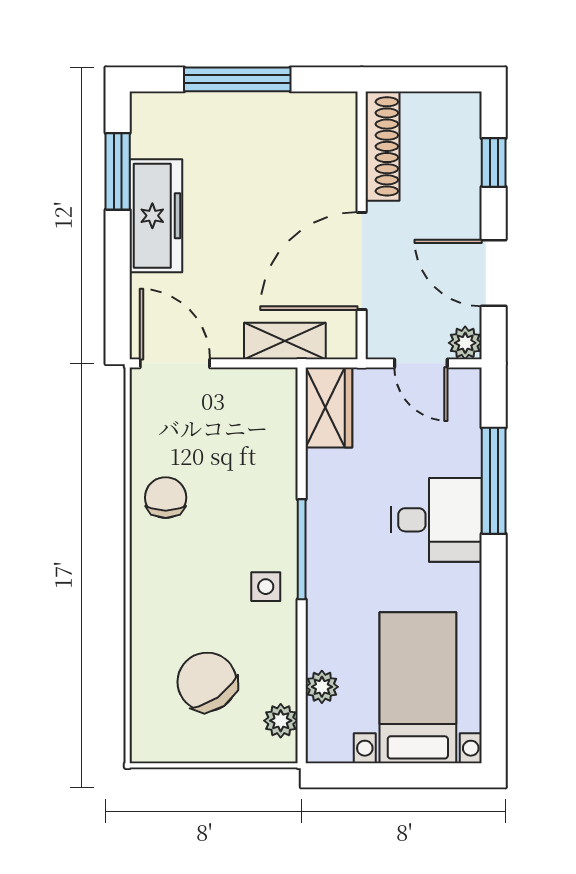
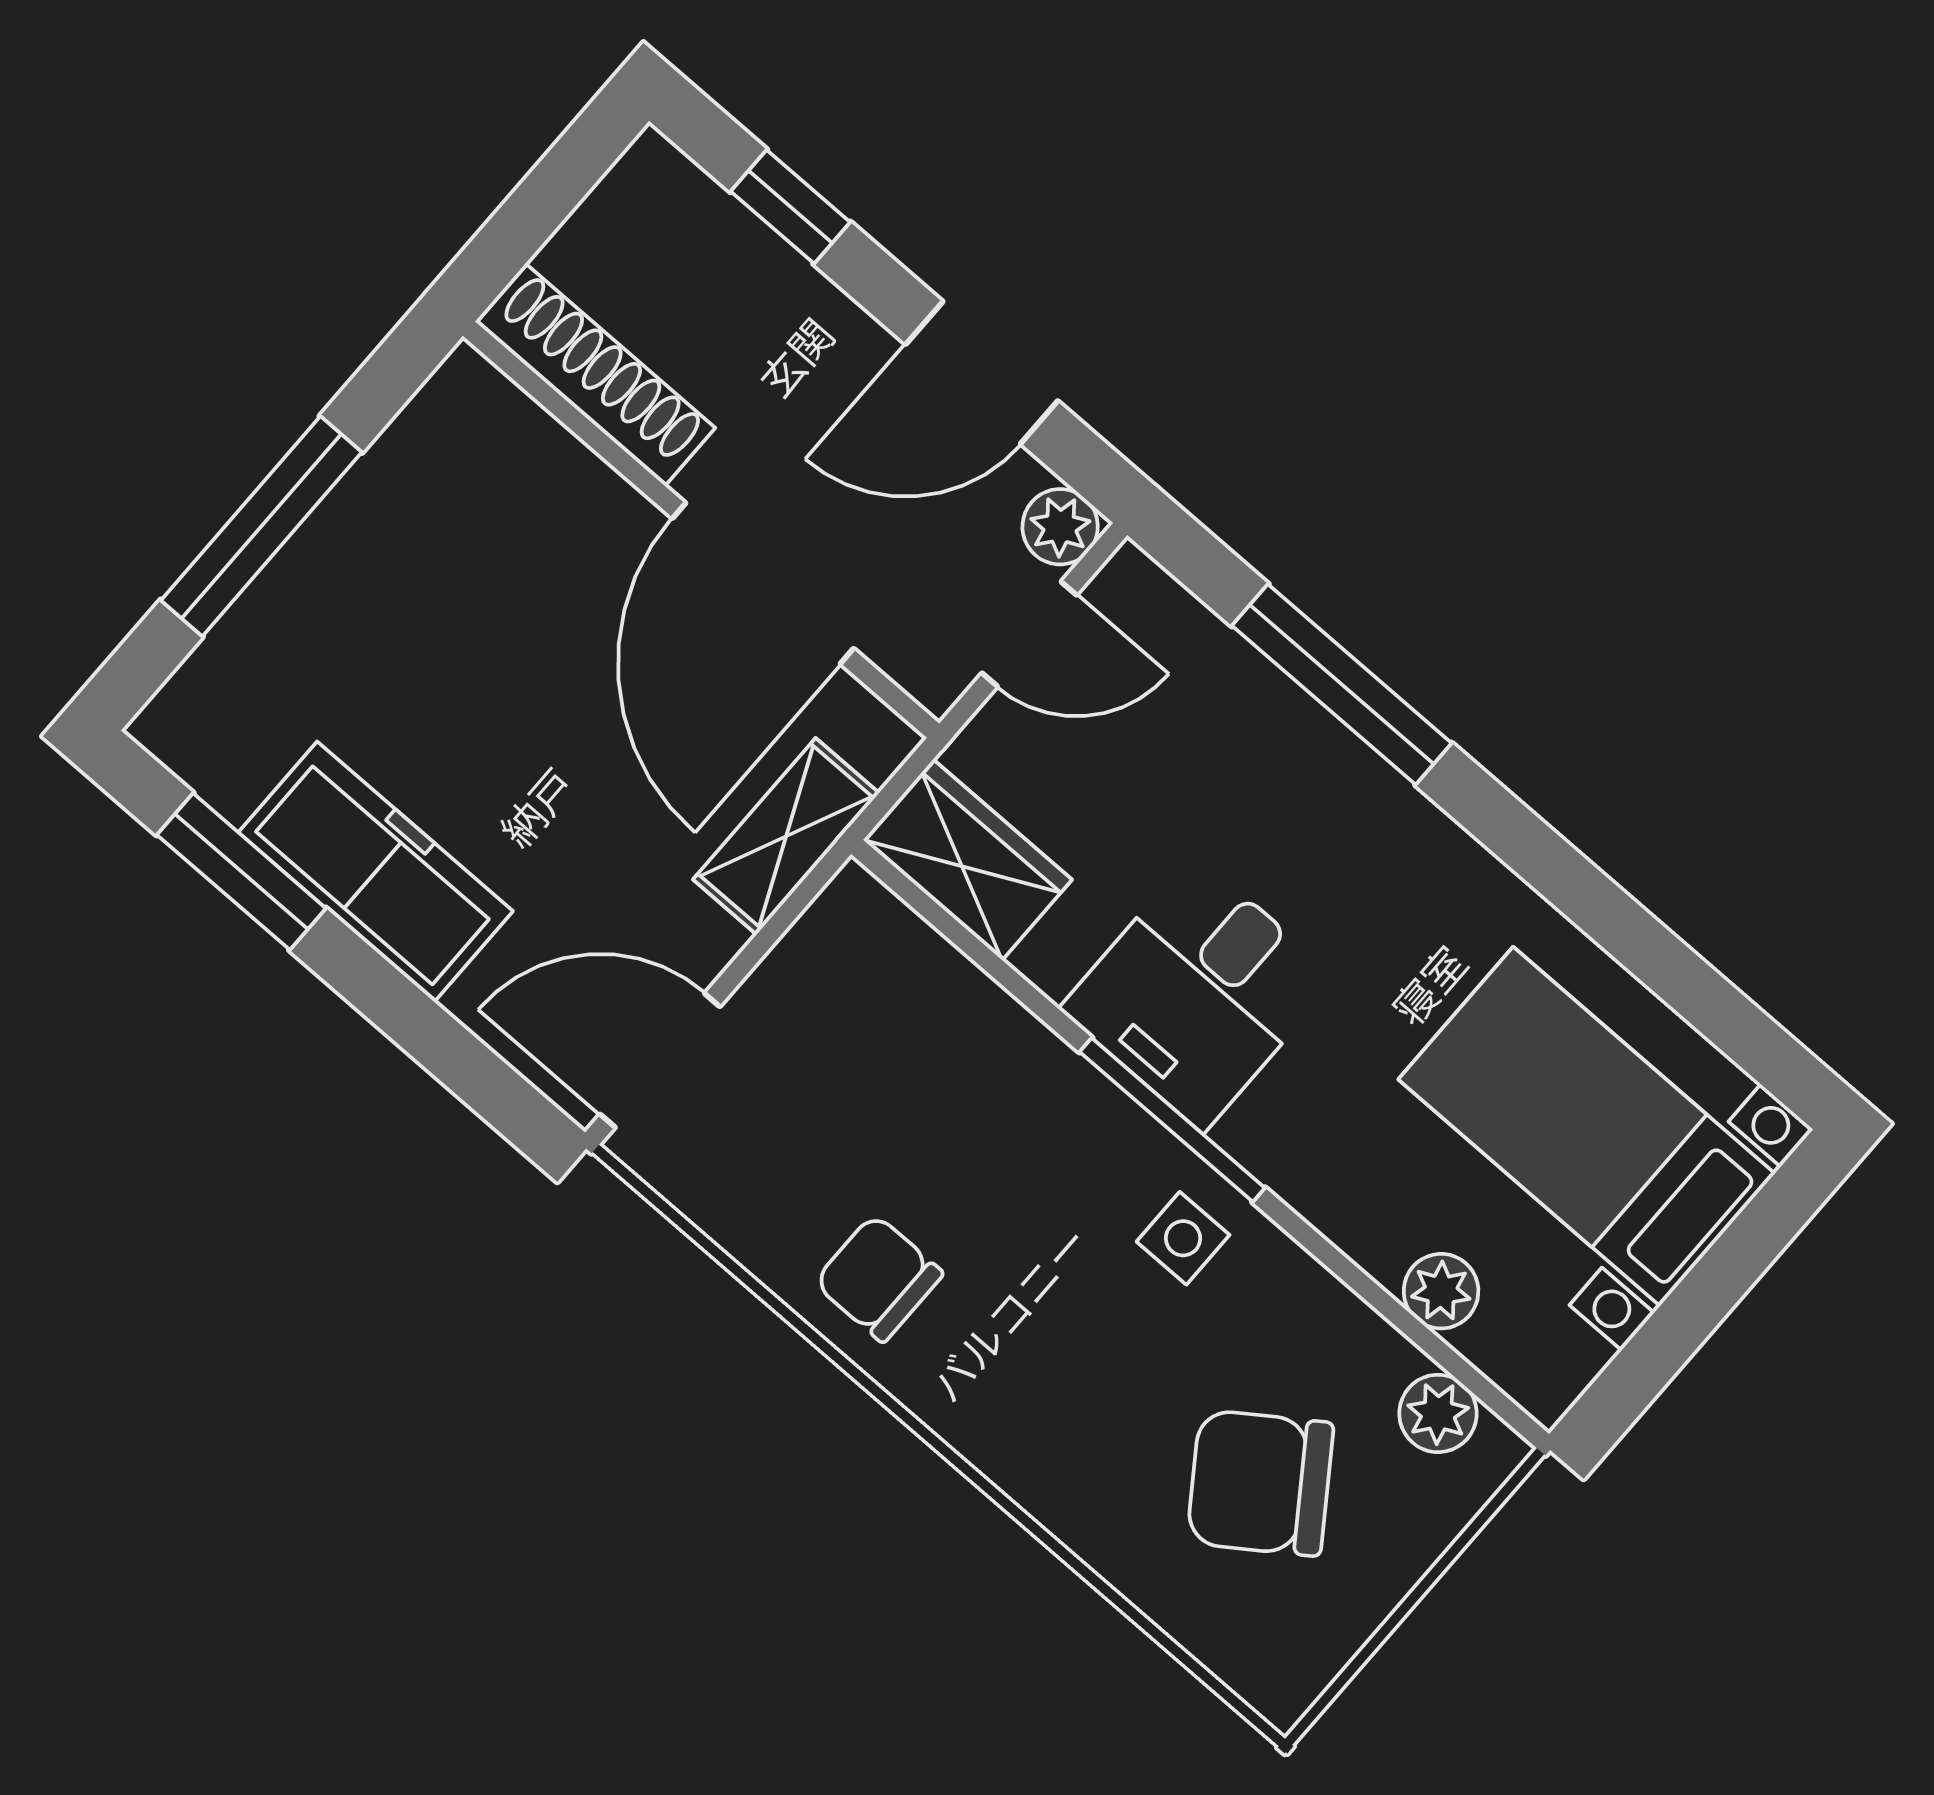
desk: (436, 520) -> (1198, 993), moved, turned 180

